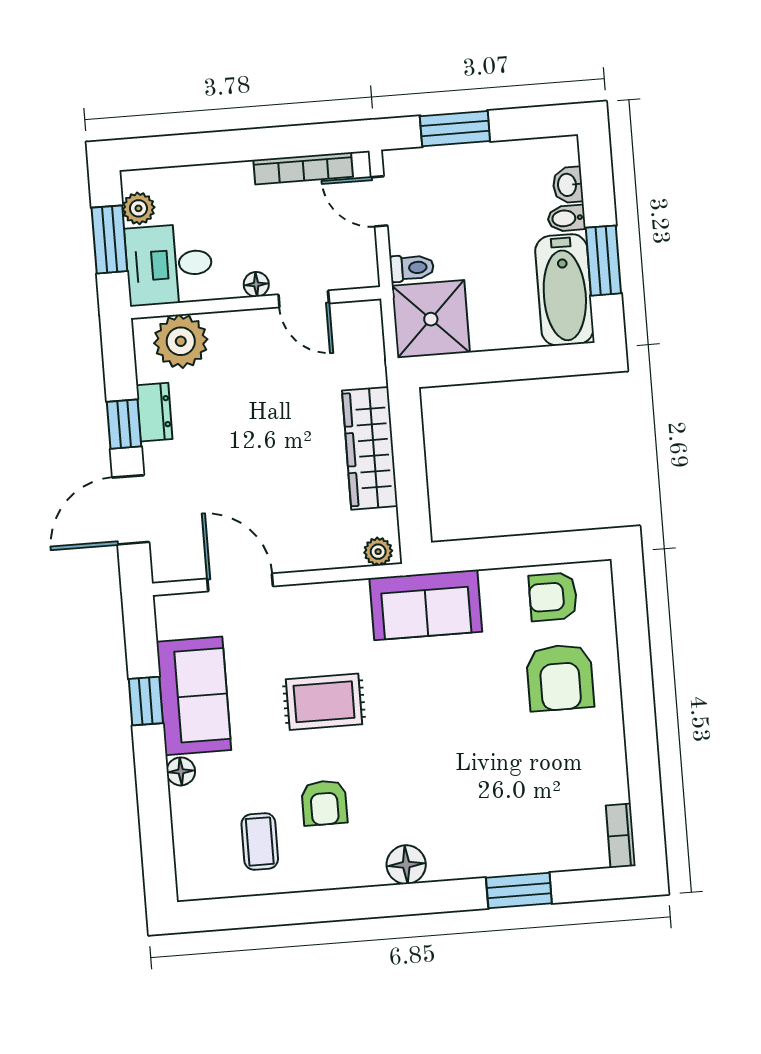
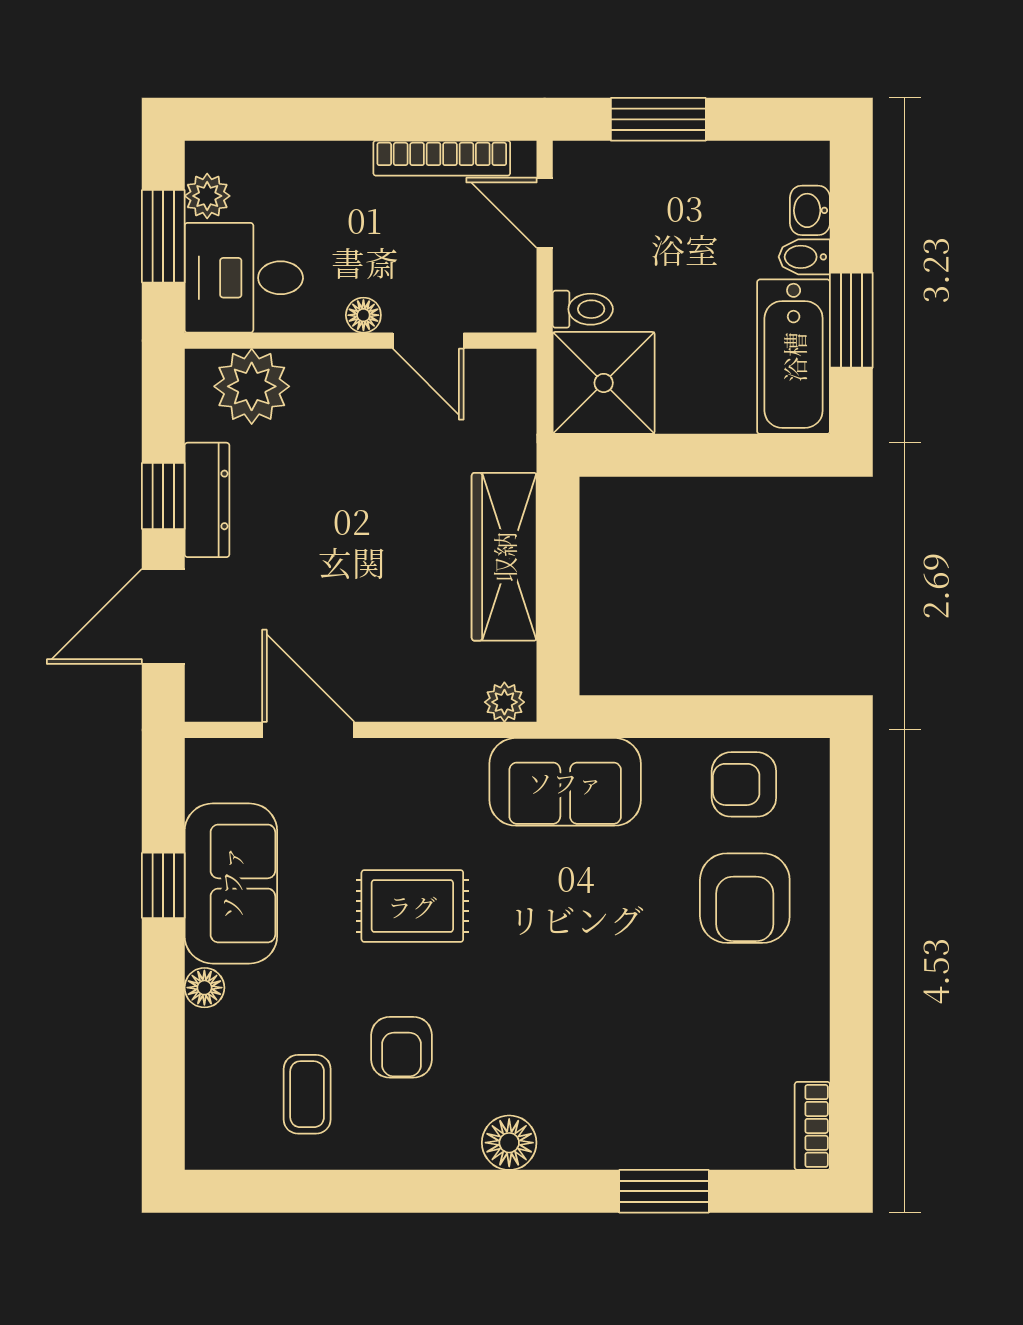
dresser: (154, 412) -> (207, 500), width x1.44

